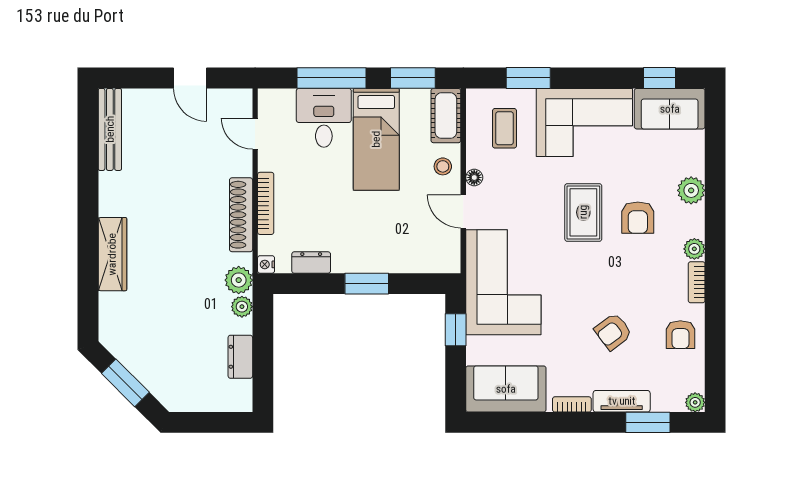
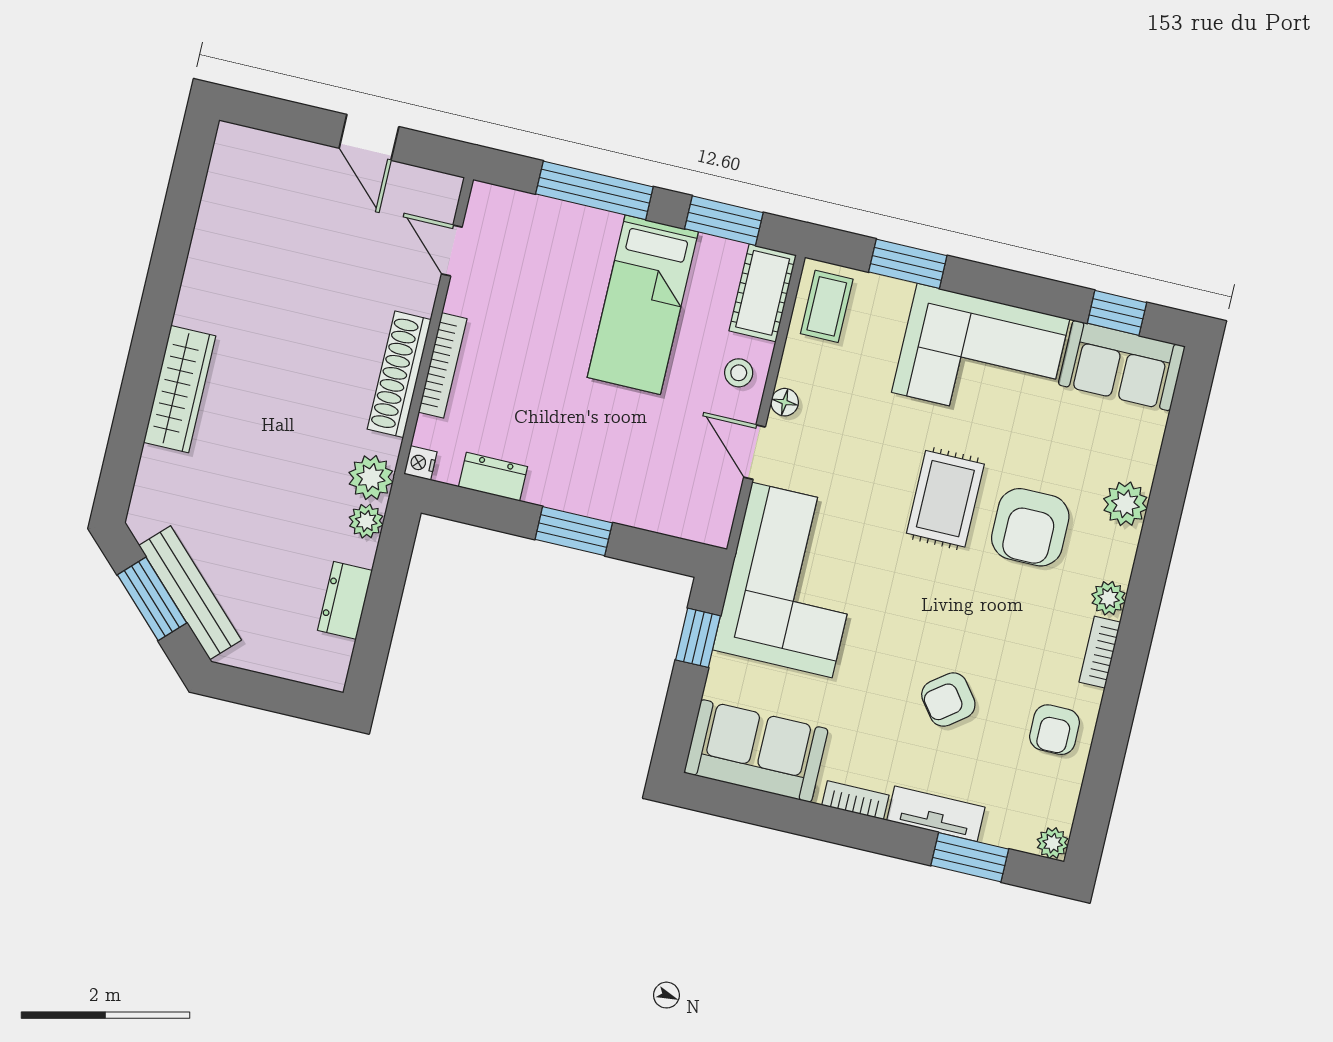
desk: (324, 118) -> (567, 251), removed
coffee table: (504, 128) -> (827, 306), moved
bench: (110, 129) -> (190, 593), moved, turned -45
armchair: (638, 218) -> (1030, 527), width x1.38, depth x1.38

